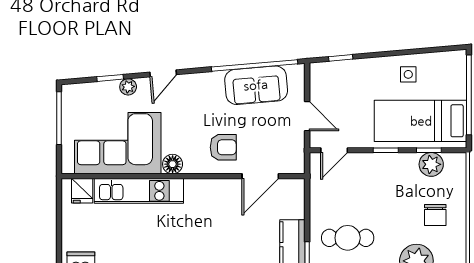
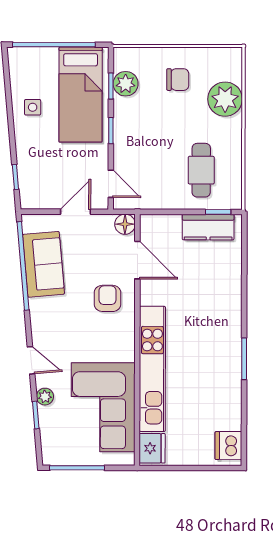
floor lamp: (173, 164) -> (125, 224), moved
fridge: (82, 191) -> (152, 448), width x1.38
kitchen unit: (139, 191) -> (152, 369), width x1.36

